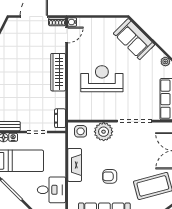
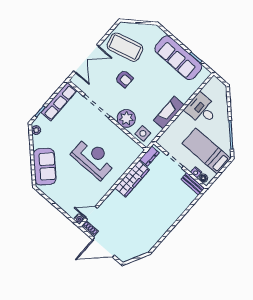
wardrobe: (58, 72) -> (132, 179), moved
reception desk: (102, 79) -> (94, 158), turned 180
armchair: (110, 176) -> (124, 79), moved

